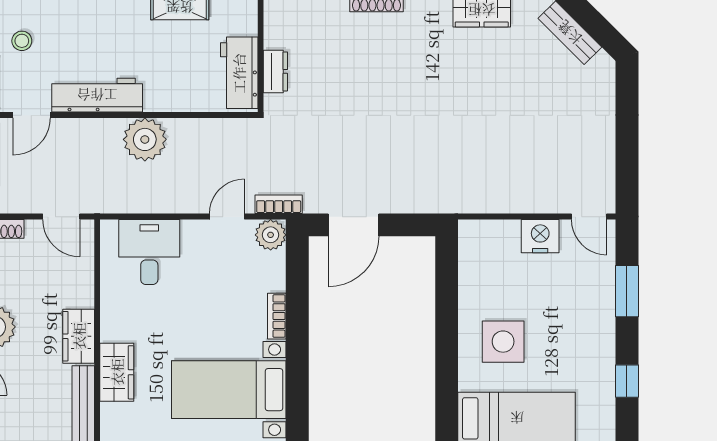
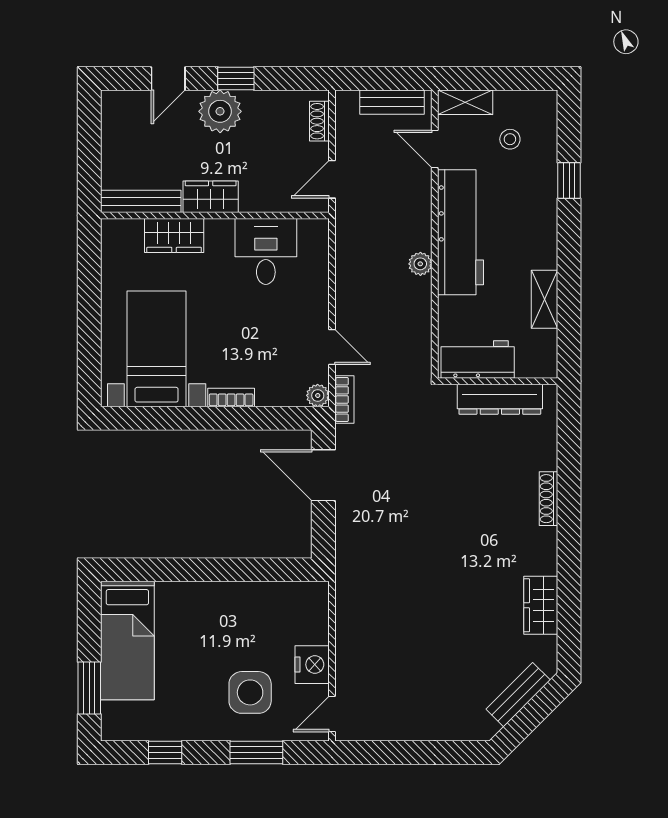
dresser: (275, 71) -> (500, 399), width x1.96, depth x1.24
workbench: (97, 95) -> (460, 232), width x1.36, depth x1.32
plant: (145, 139) -> (420, 264), width x0.53, depth x0.53
plant: (271, 235) -> (318, 395), width x0.73, depth x0.73
desk: (149, 252) -> (266, 251), moved, turned -90
side table: (503, 342) -> (250, 692), moved

